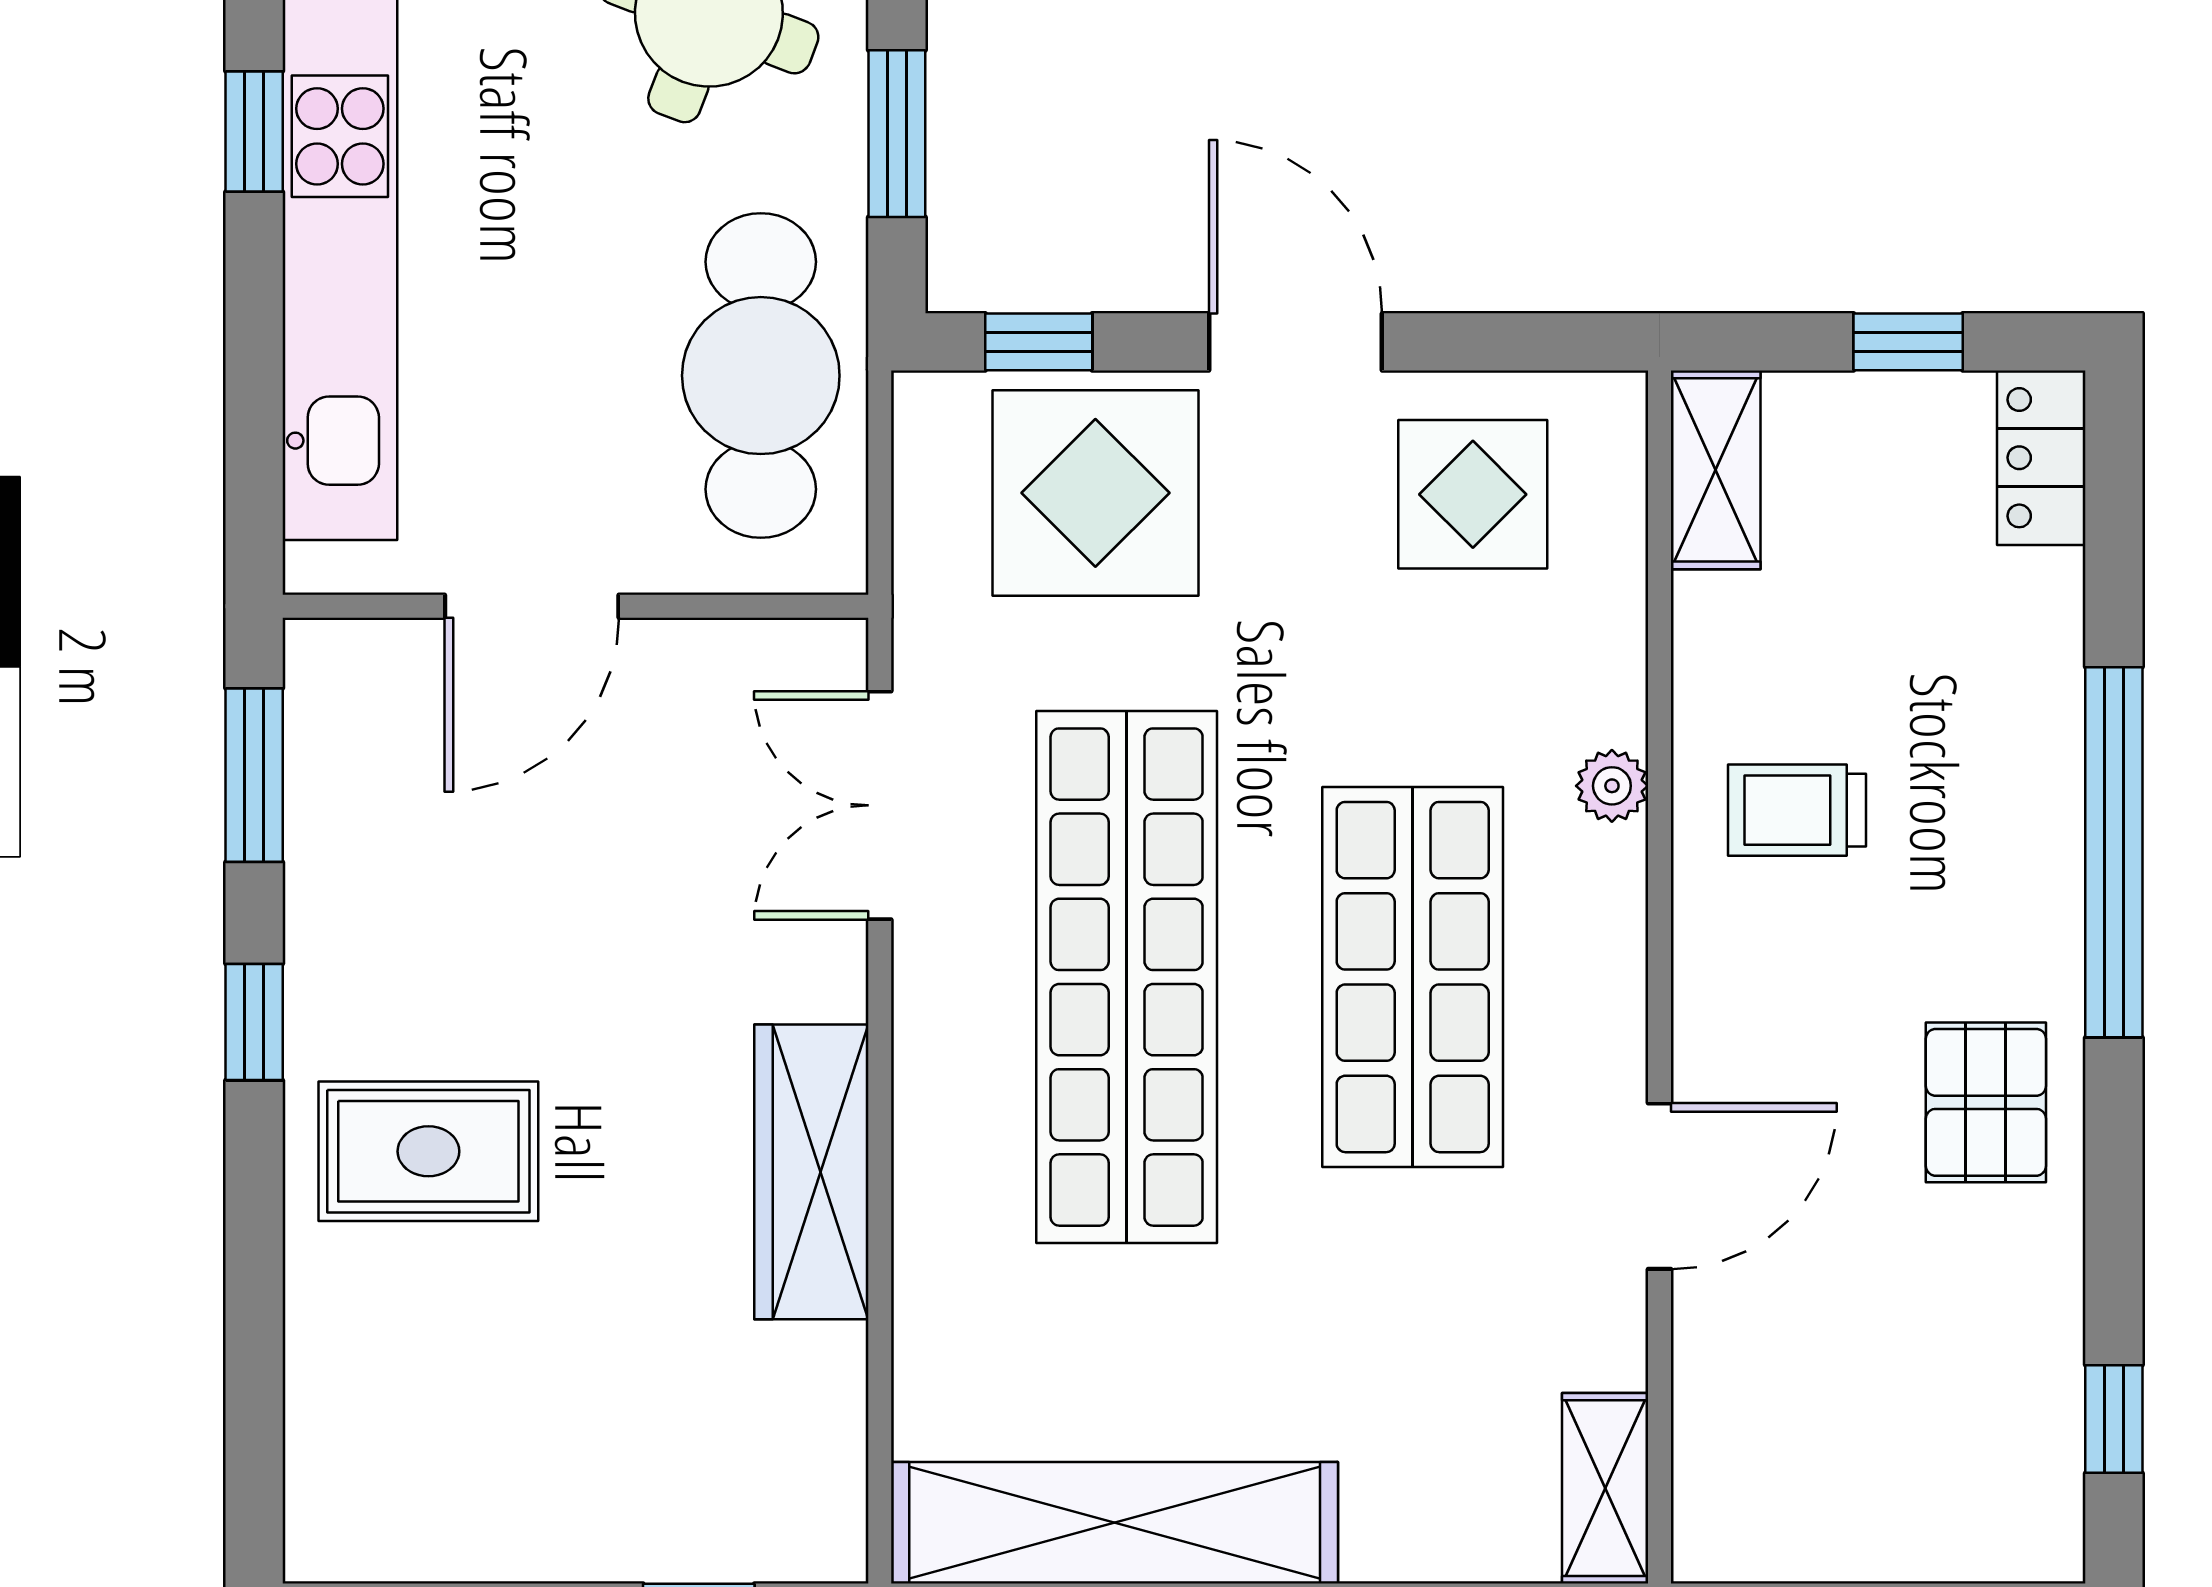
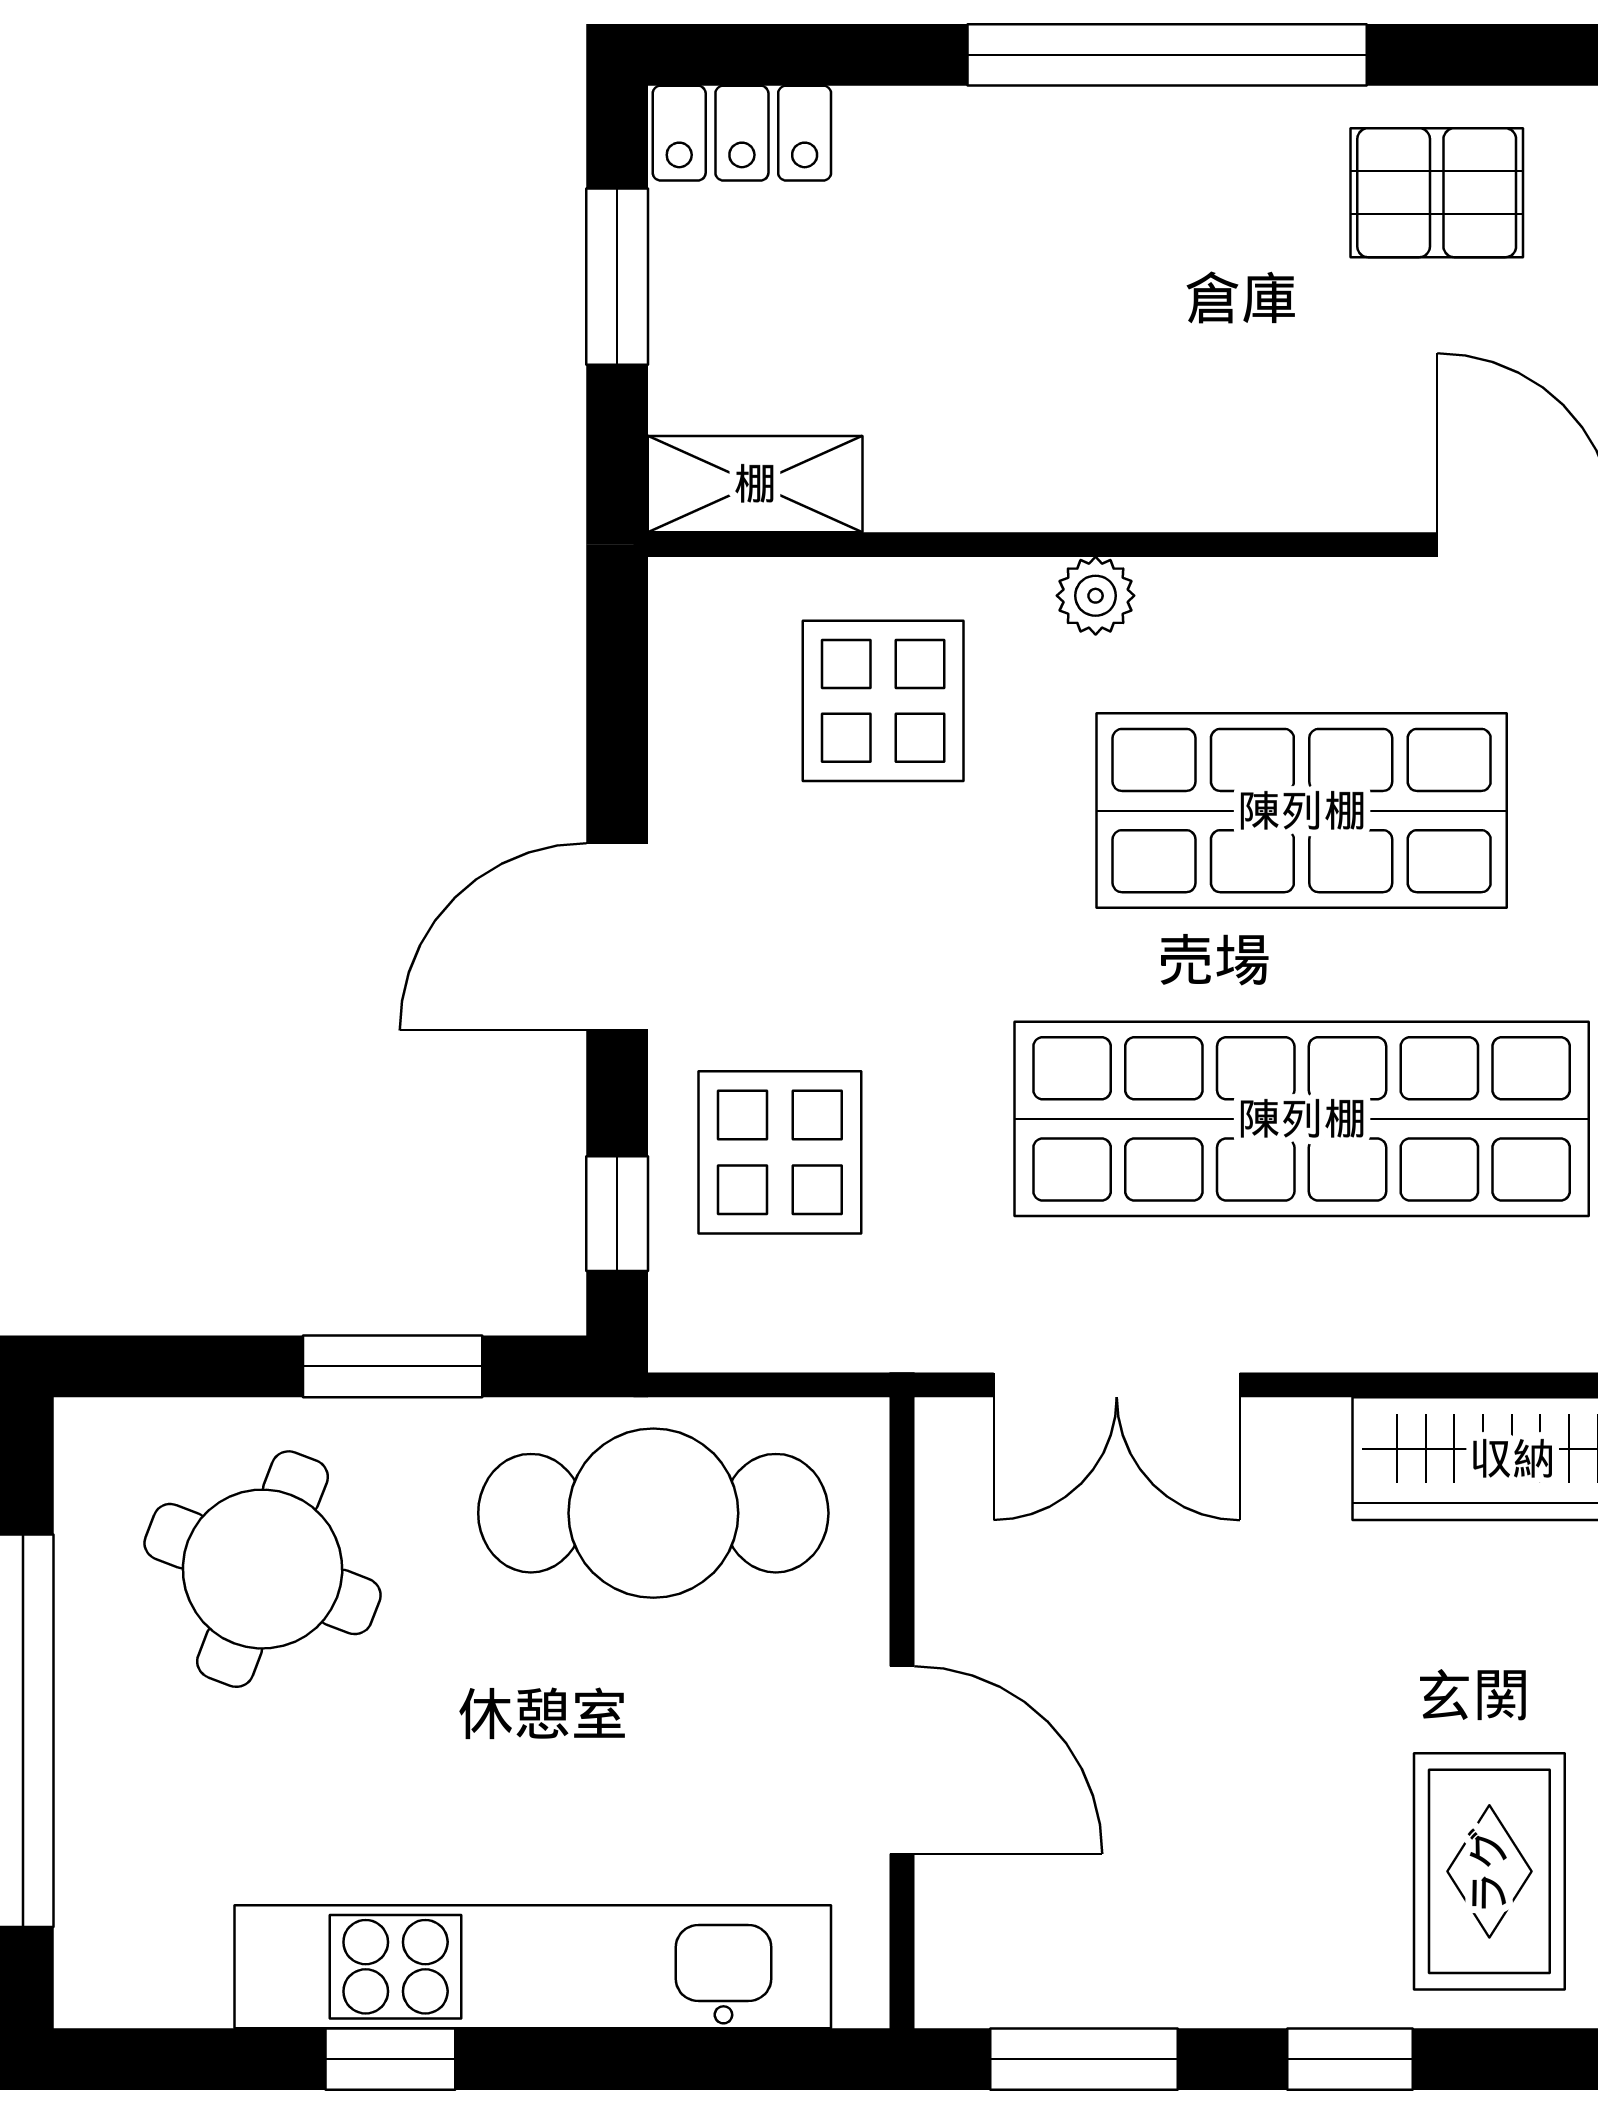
window: (1908, 342) -> (617, 277), width x1.50
display table: (1095, 493) -> (780, 1152), width x0.73, depth x0.73
display table: (1473, 494) -> (883, 701), moved
trolley: (1797, 810) -> (1122, 396), removed

